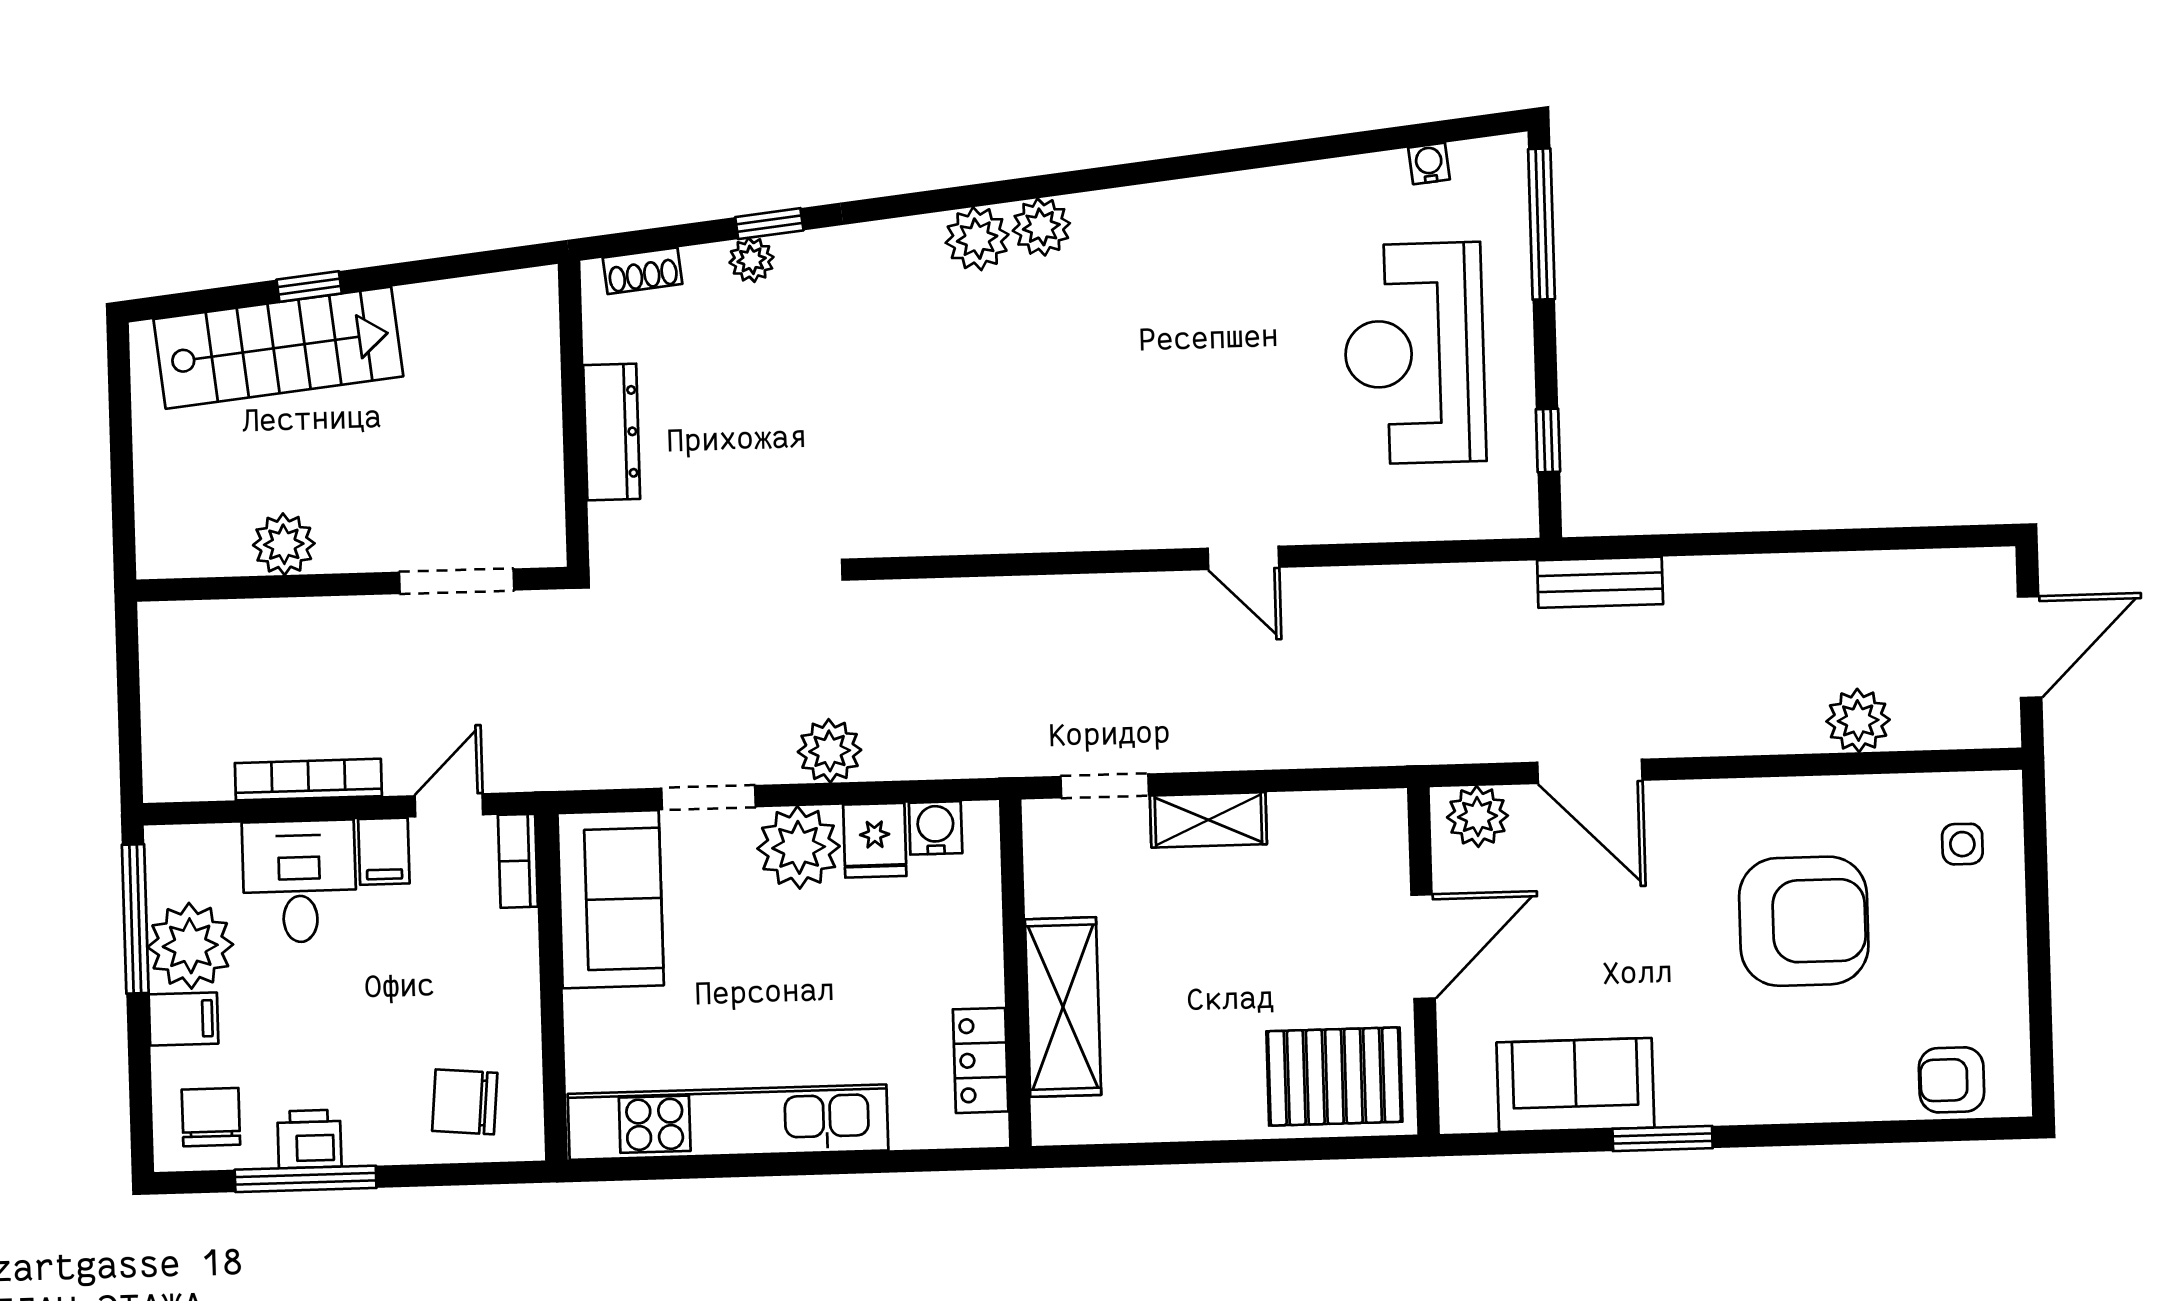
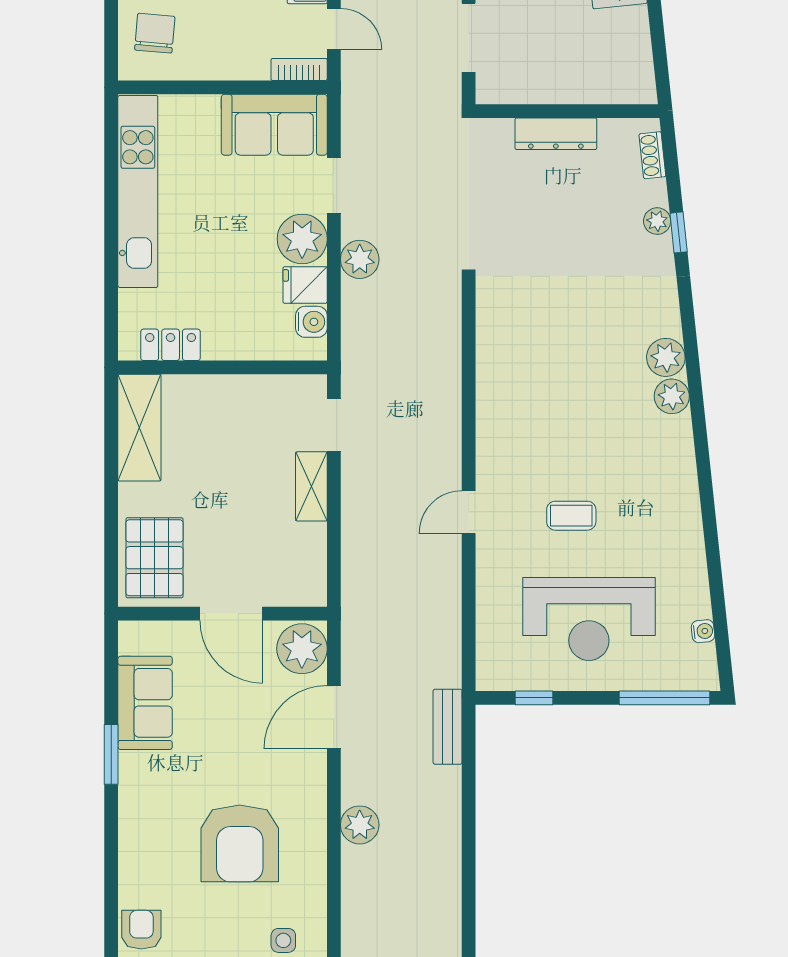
reception desk: (1414, 353) -> (589, 619), turned 180
coffee table: (1244, 388) -> (571, 516), added
plant: (1858, 720) -> (360, 825), moved
plant: (1477, 816) -> (302, 649), width x1.36, depth x1.36
shelving: (1063, 1007) -> (139, 428), moved, turned 90

